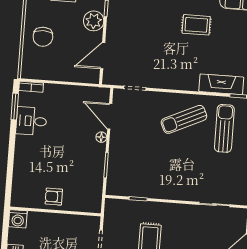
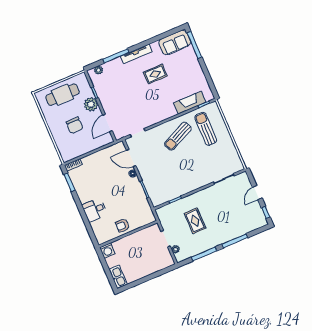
chair: (43, 37) -> (75, 125), moved
desk: (31, 121) -> (95, 210), moved

